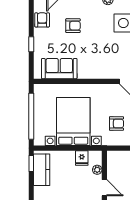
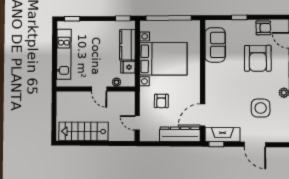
armchair: (73, 26) -> (258, 58), width x1.88, depth x1.88
kitchen counter: (42, 170) -> (127, 45), moved, turned 90
door: (104, 188) -> (99, 89), hinge flipped

